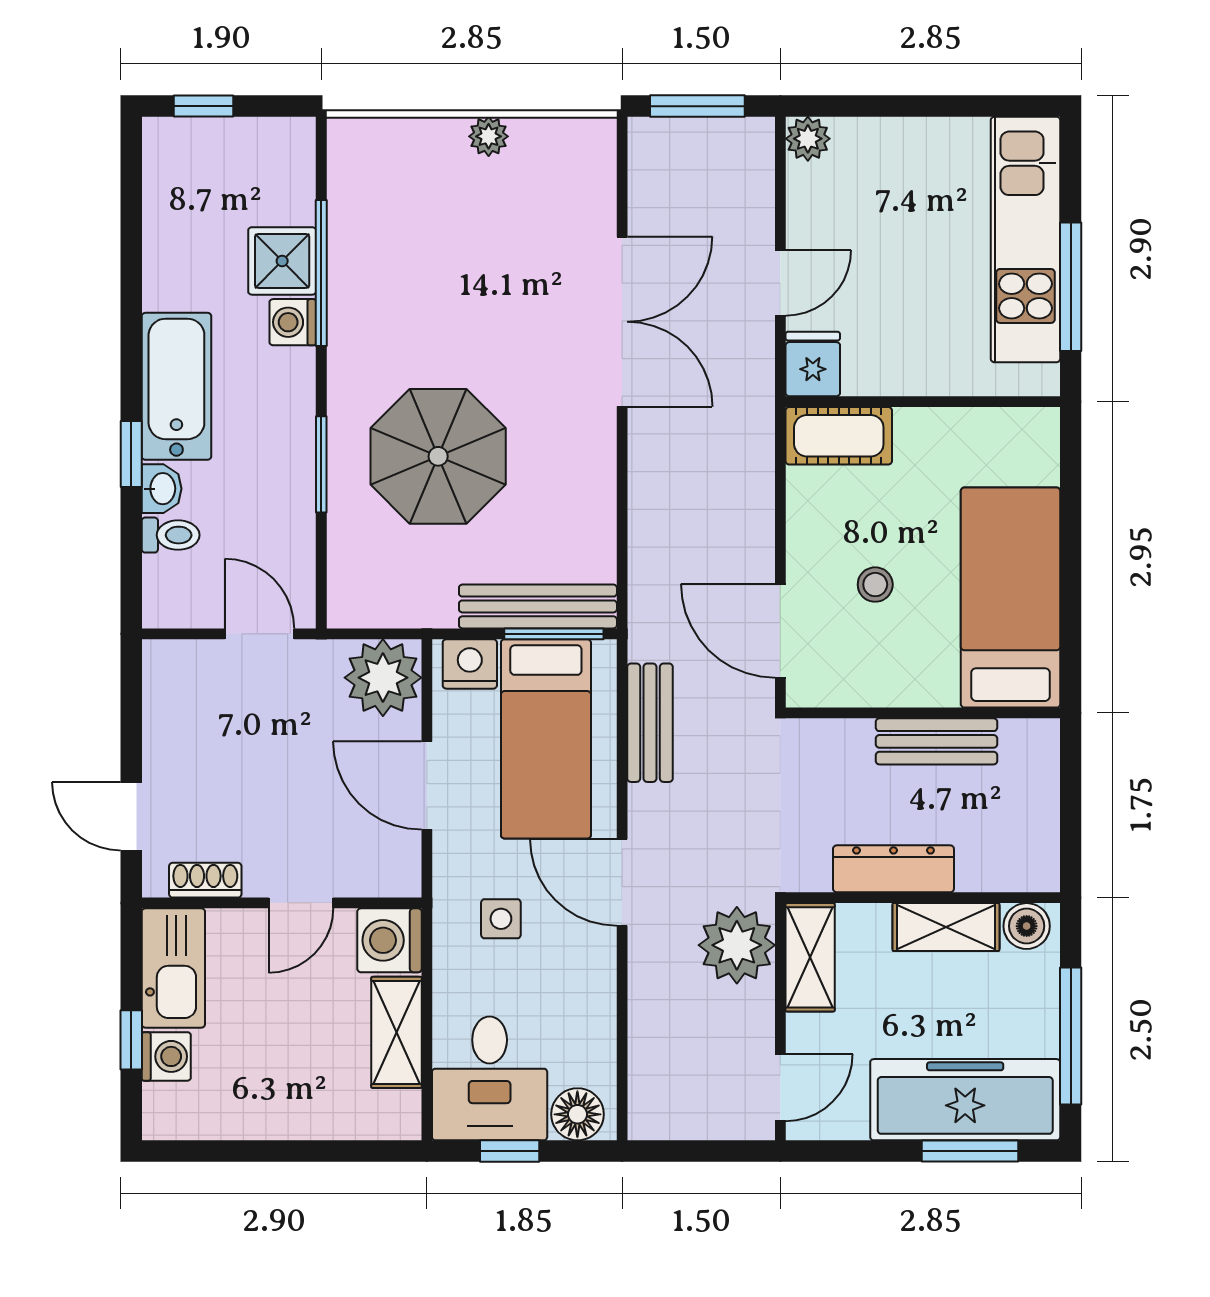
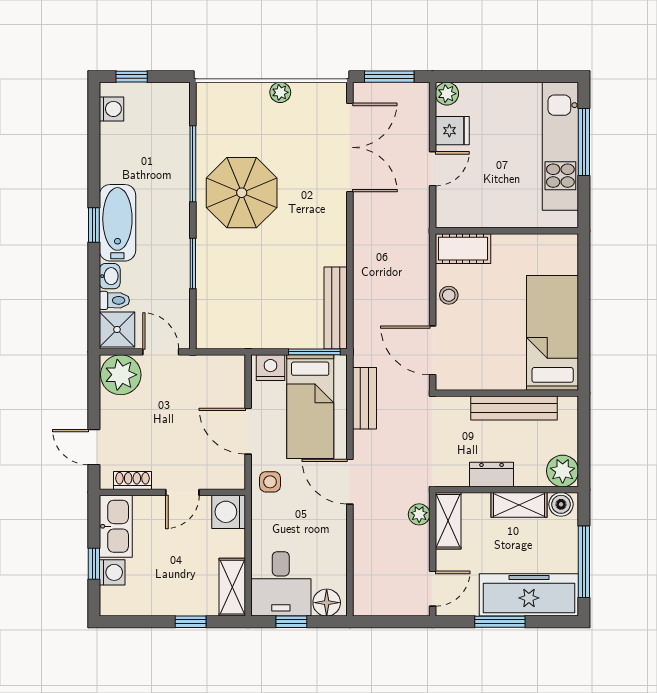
shower: (282, 261) -> (117, 329), moved
window: (1071, 287) -> (584, 142), moved
washing machine: (293, 322) -> (111, 109), moved, turned 180
double door: (622, 322) -> (350, 147), moved
fridge: (813, 364) -> (452, 131), moved, turned 90
window: (131, 454) -> (94, 225), moved
parasol: (438, 456) -> (242, 193), moved
stool: (875, 585) -> (449, 295), moved
bench: (538, 606) -> (336, 308), moved, turned 90
plant: (383, 678) -> (121, 375), moved
bench: (936, 741) -> (514, 408), width x1.36
plant: (1030, 862) -> (563, 471), added
dresser: (893, 869) -> (492, 475), width x0.70
side table: (501, 919) -> (270, 482), moved
plant: (737, 945) -> (419, 514), width x0.53, depth x0.53
shelving: (396, 1032) -> (232, 587), moved
window: (317, 1151) -> (191, 622), added
window: (970, 1151) -> (500, 622), moved

